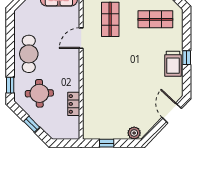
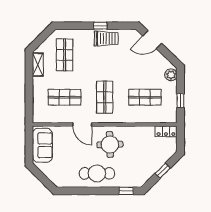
shop shelf: (110, 62) -> (105, 97), added
round table: (39, 93) -> (110, 144), moved
locker: (74, 104) -> (166, 131), moved
shop shelf: (110, 105) -> (145, 97), added

